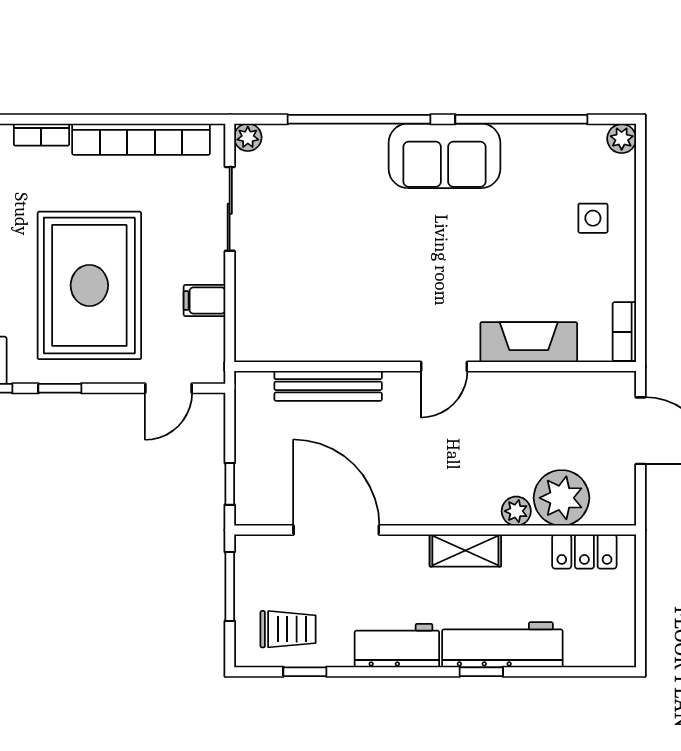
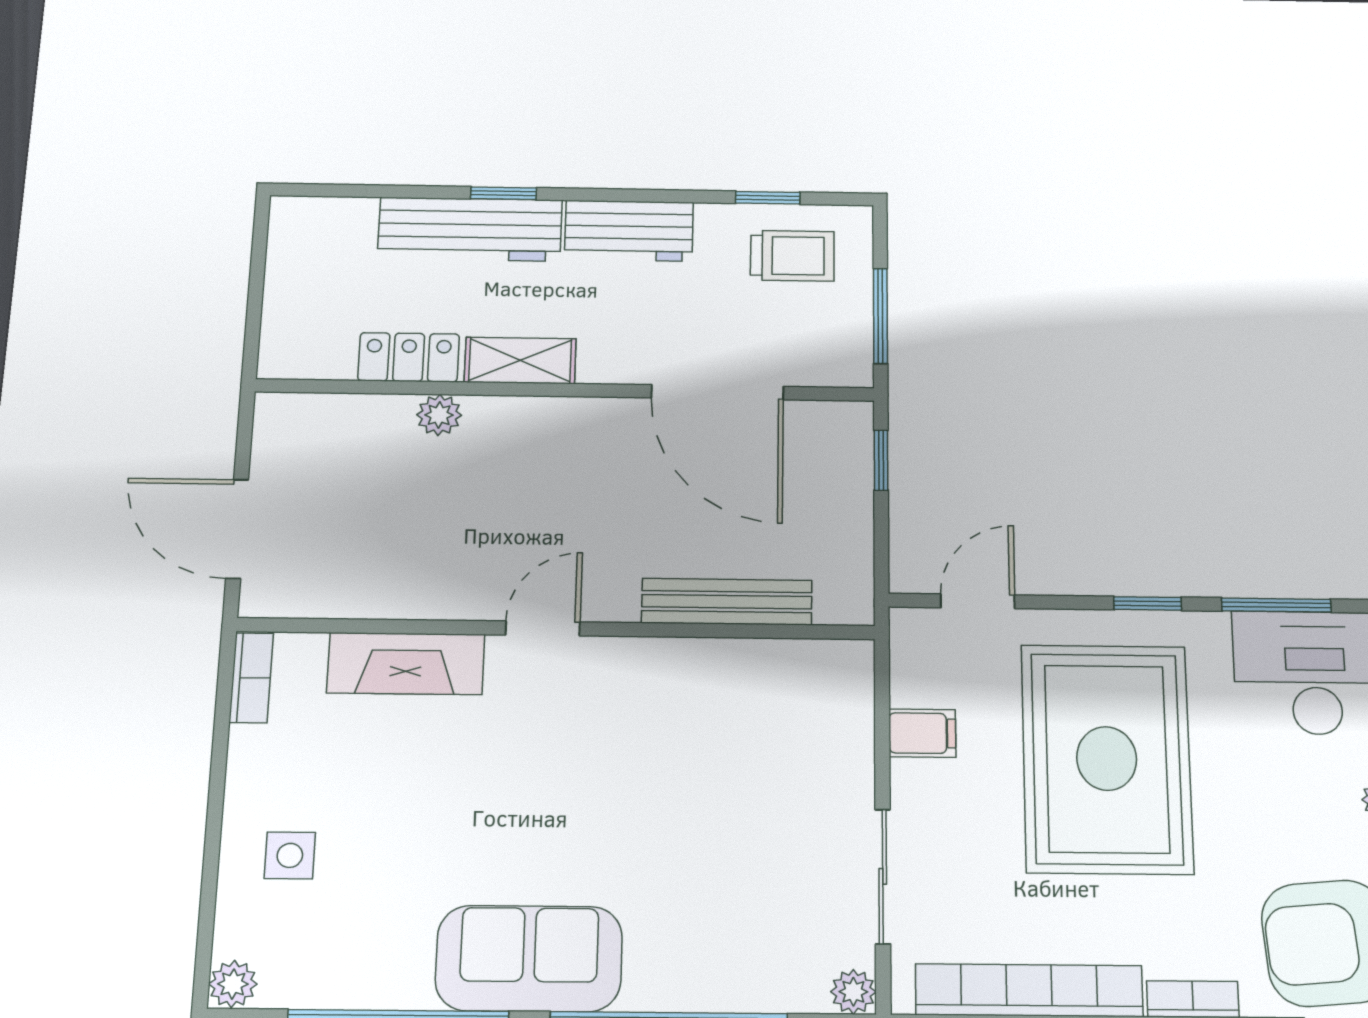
plant: (561, 498) -> (368, 433), removed
locker: (584, 552) -> (409, 357), moved
trolley: (288, 629) -> (792, 256), turned 180

